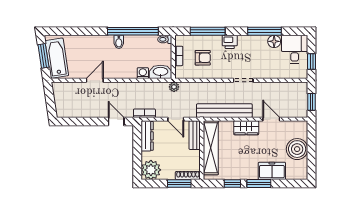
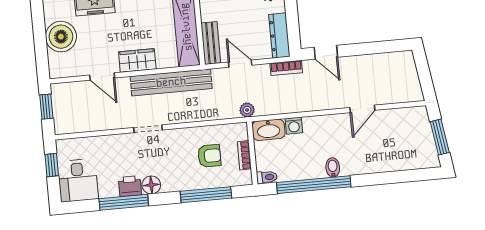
floor lamp: (274, 41) -> (151, 185), moved
printer: (230, 42) -> (130, 186), moved
bathtub: (57, 58) -> (420, 136), removed
armchair: (203, 58) -> (209, 156), turned 180

